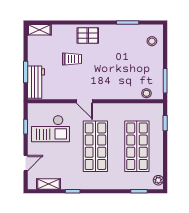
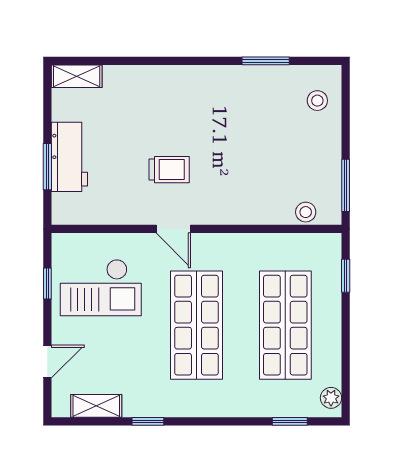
pallet: (88, 36) -> (180, 89), removed
trolley: (72, 59) -> (169, 170), moved
workbench: (36, 82) -> (69, 157), moved

